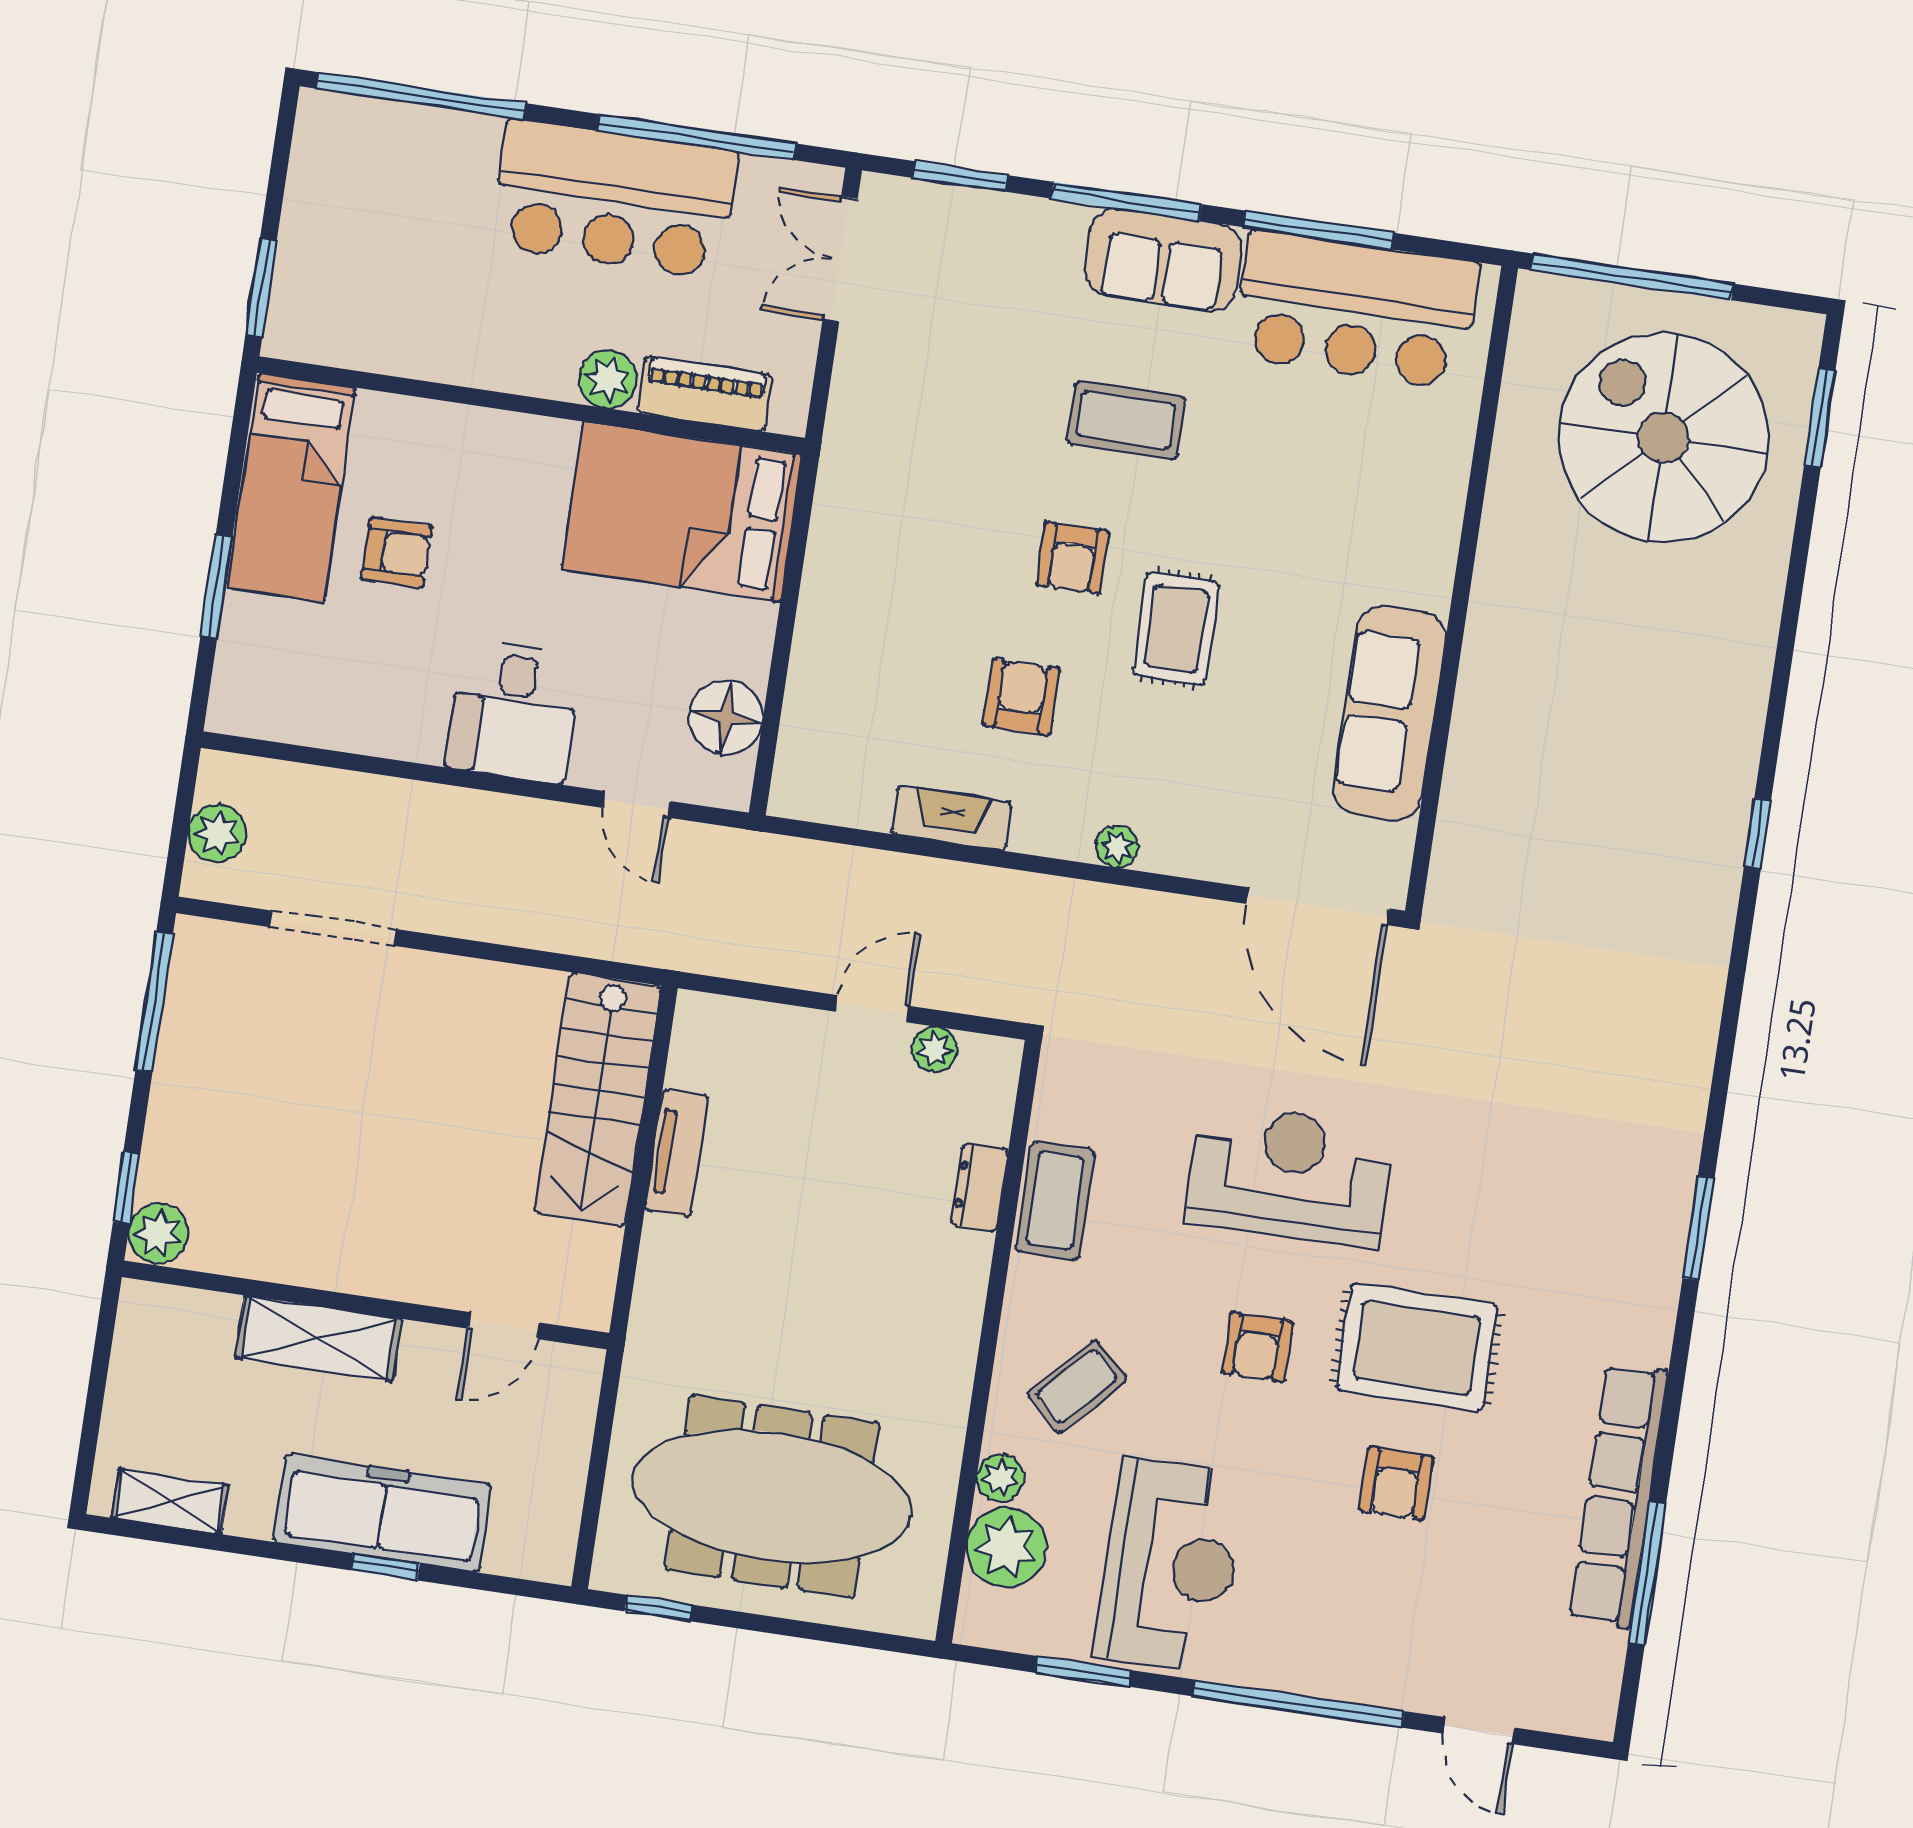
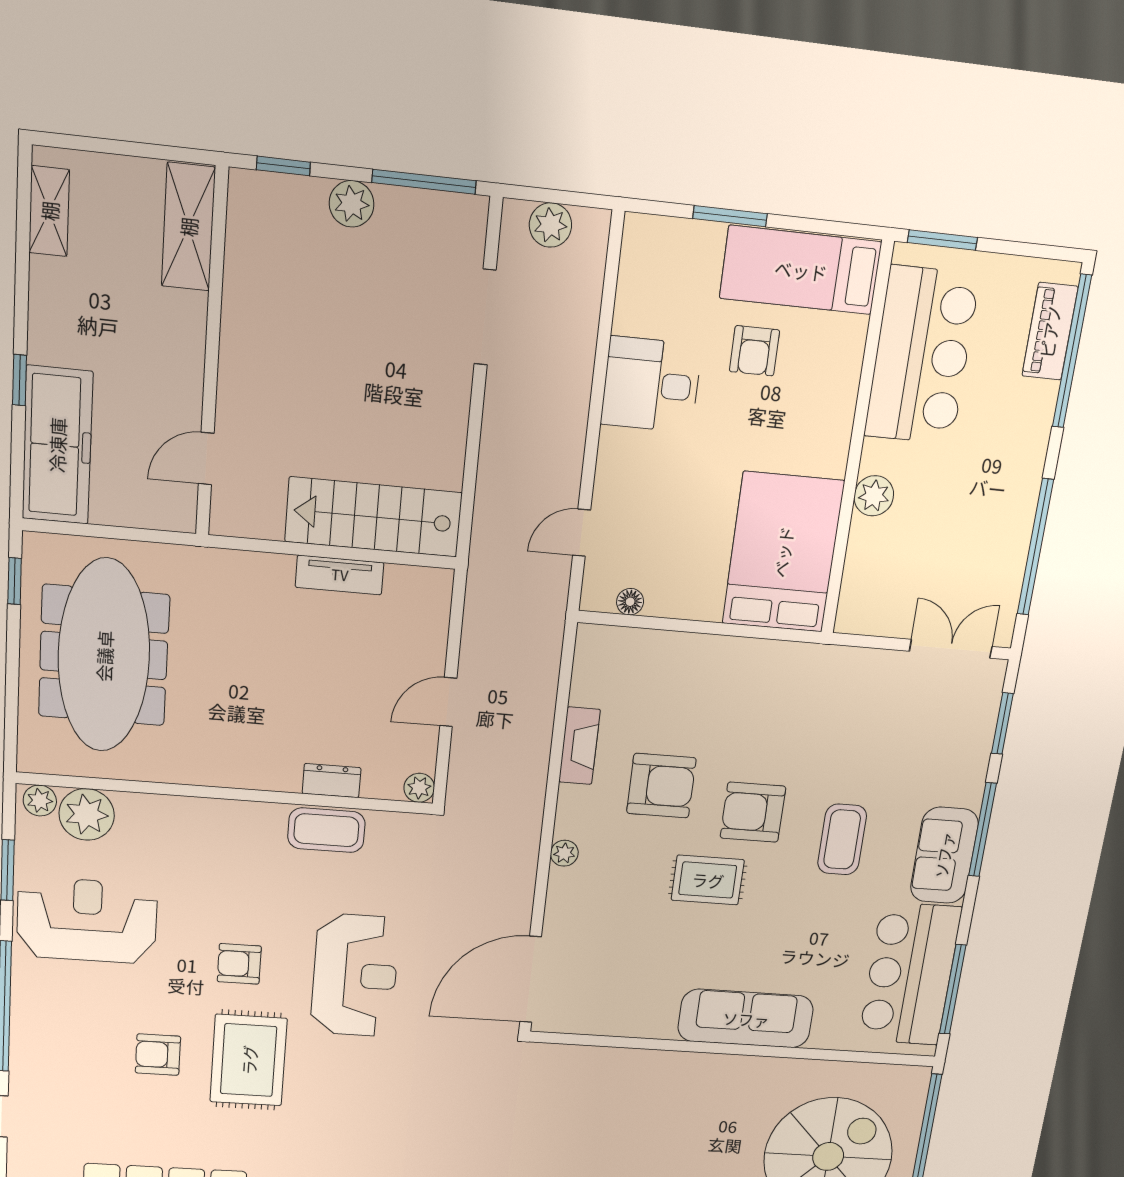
bar counter: (614, 199) -> (922, 356), moved, turned 180
window: (1319, 230) -> (953, 989), moved
piano: (705, 394) -> (1050, 331), moved, turned 180
armchair: (1073, 558) -> (753, 812), width x1.38, depth x1.38
armchair: (1021, 697) -> (661, 786), width x1.38, depth x1.38
desk: (514, 711) -> (651, 385), moved
sofa: (1389, 713) -> (746, 1019), moved
floor lamp: (726, 717) -> (630, 602), width x0.53, depth x0.53
door: (872, 1009) -> (448, 702), swing flipped
plant: (935, 1049) -> (419, 788), moved
plant: (158, 1233) -> (352, 204), moved
door: (504, 1326) -> (206, 459), hinge flipped
shelving: (319, 1338) -> (188, 227), moved
coffee table: (1077, 1387) -> (202, 853), removed
plant: (1000, 1478) -> (40, 801), moved
freezer: (382, 1513) -> (57, 445), moved
reception desk: (1170, 1566) -> (87, 920), turned 180

